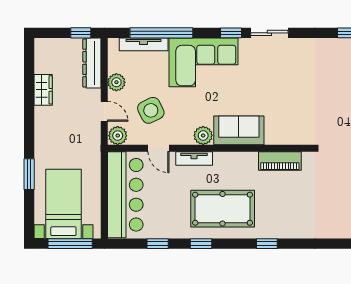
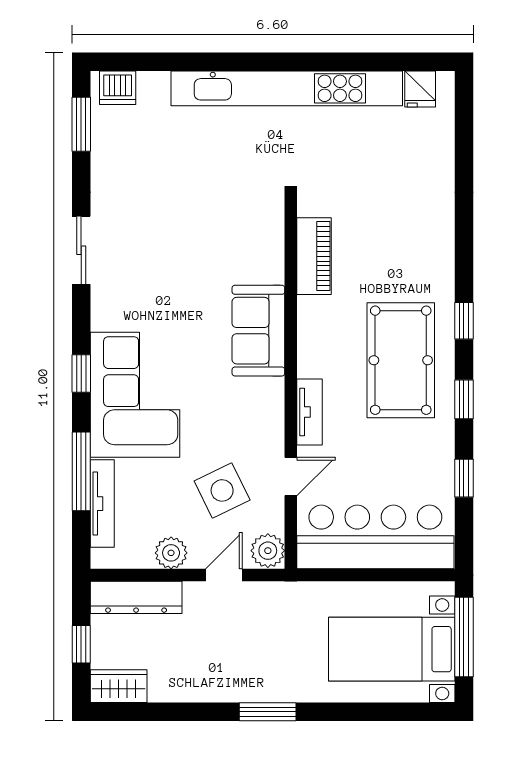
window: (81, 33) -> (81, 644), moved
window: (161, 33) -> (81, 471), width x0.68
window: (231, 33) -> (81, 373), moved
sliding door: (269, 33) -> (81, 250), moved
wardrobe: (43, 90) -> (119, 686), moved
plant: (203, 136) -> (268, 395), removed
window: (29, 174) -> (268, 712), moved
window: (267, 244) -> (464, 321), moved

